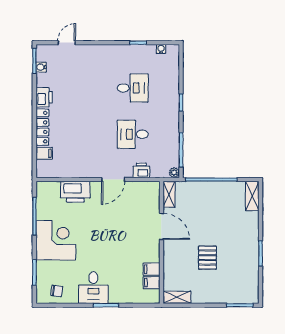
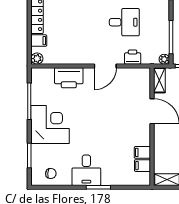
desk: (133, 134) -> (124, 22), turned 180
plant: (42, 172) -> (37, 59), added

